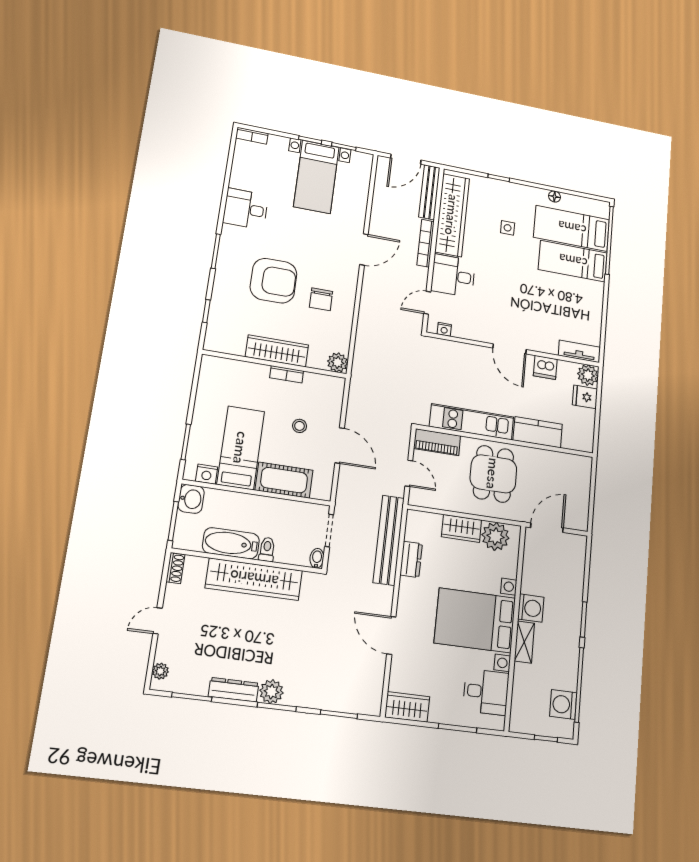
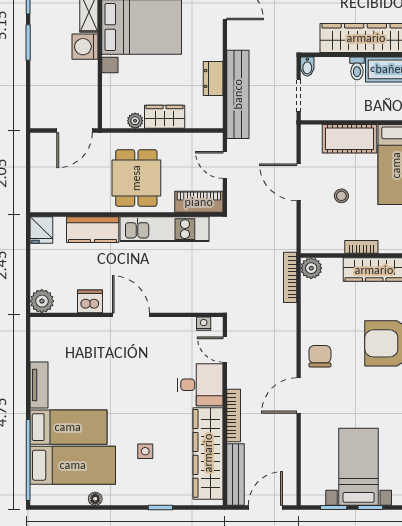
chair: (321, 299) -> (320, 356), moved
door: (427, 303) -> (225, 350), swing flipped
tv unit: (579, 351) -> (39, 385), moved, turned -90
bookcase: (359, 357) -> (290, 277), added
fridge: (585, 397) -> (41, 230), moved, turned 90
plant: (496, 536) -> (135, 121), width x0.53, depth x0.53

